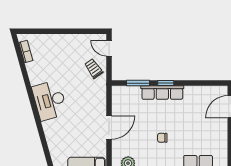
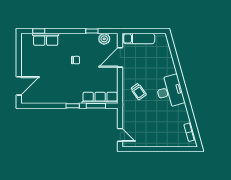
trolley: (94, 69) -> (138, 92), moved
row of seats: (162, 92) -> (100, 98), moved
door: (109, 127) -> (120, 57), moved

